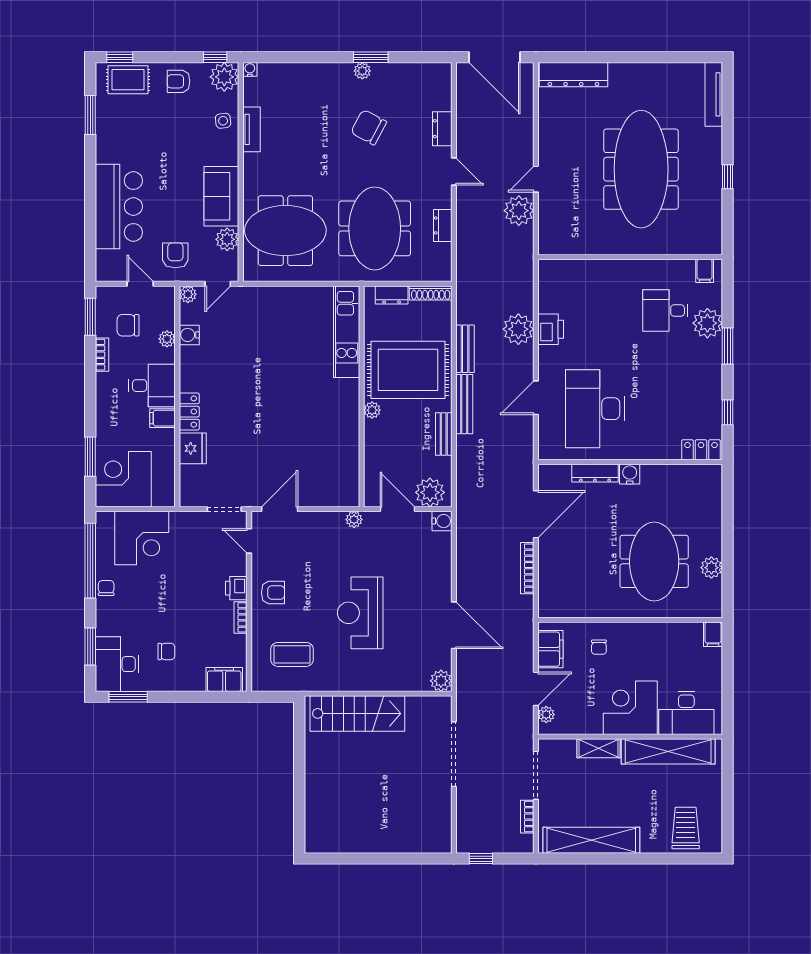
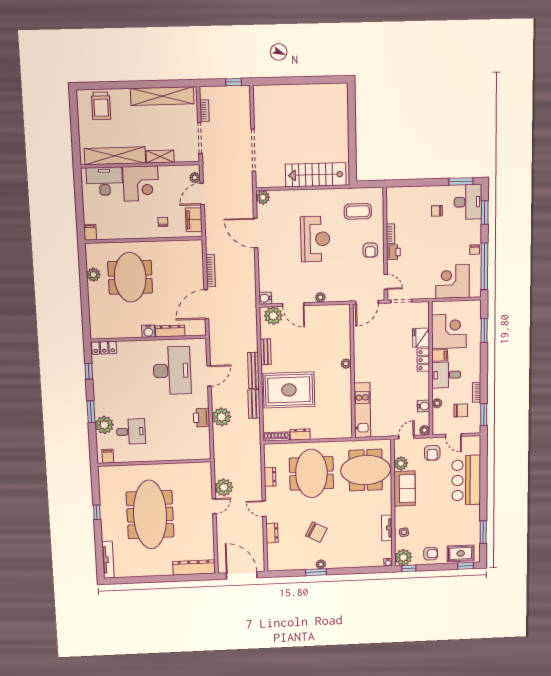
kitchen unit: (347, 332) -> (362, 410), moved
wall: (362, 396) -> (353, 372), moved
plant: (372, 410) -> (346, 364), moved
corner desk: (123, 479) -> (449, 331), moved, turned -90
armchair: (273, 592) -> (370, 250), turned -90
filing cabinet: (224, 680) -> (400, 194), removed

